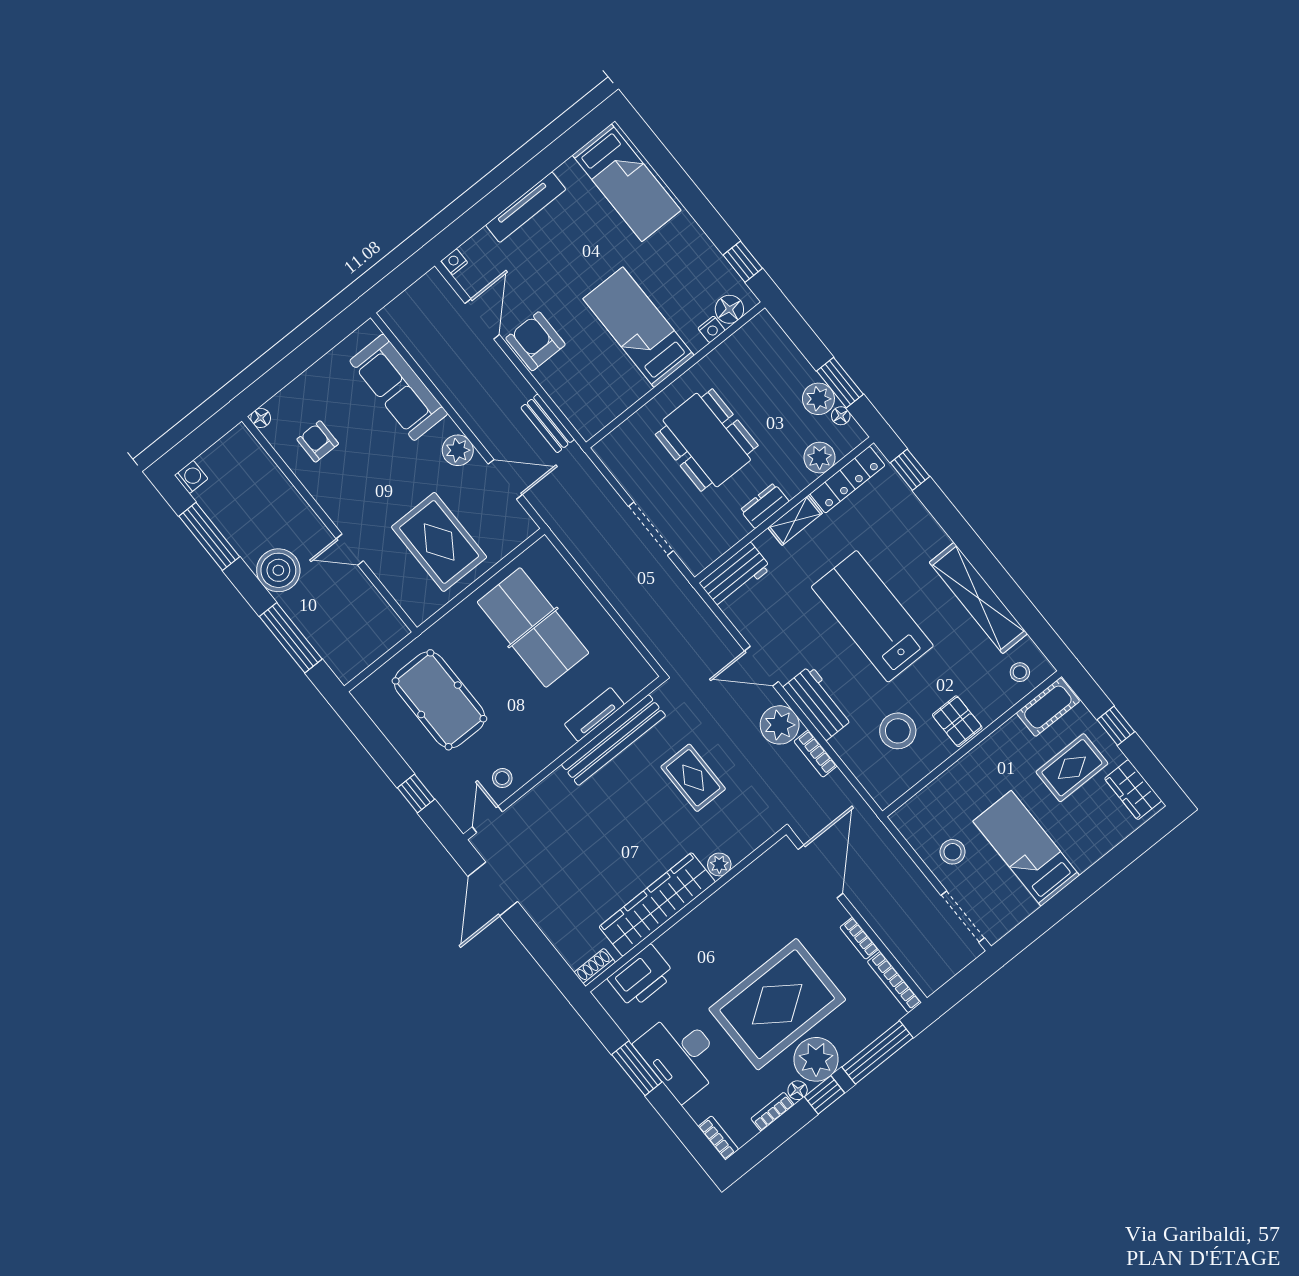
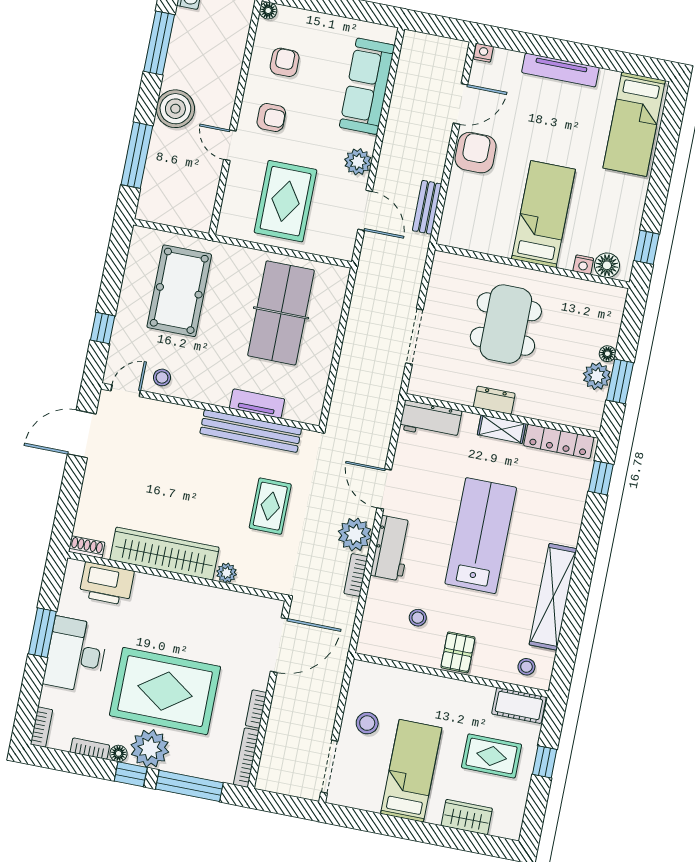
floor lamp: (841, 416) -> (607, 354), moved
plant: (819, 458) -> (558, 410), removed
armchair: (356, 493) -> (271, 117), added
stool: (898, 731) -> (418, 618), width x0.53, depth x0.53
wardrobe: (1133, 790) -> (467, 817), moved, turned 90

